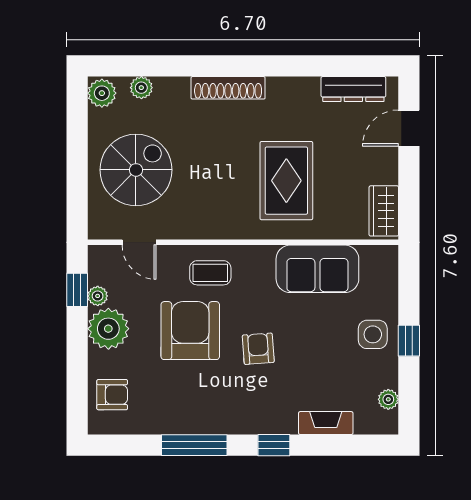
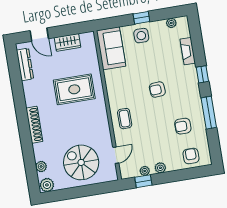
wardrobe: (384, 211) -> (67, 42), moved
sofa: (317, 269) -> (111, 48), moved
plant: (108, 329) -> (160, 168), width x0.53, depth x0.53
armchair: (190, 331) -> (183, 126), moved, width x0.53, depth x0.53

